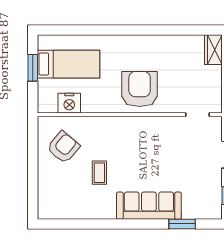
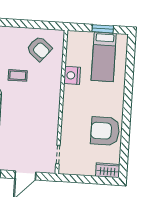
armchair: (140, 89) -> (105, 131), moved, turned 180
nightstand: (69, 103) -> (72, 75), moved

